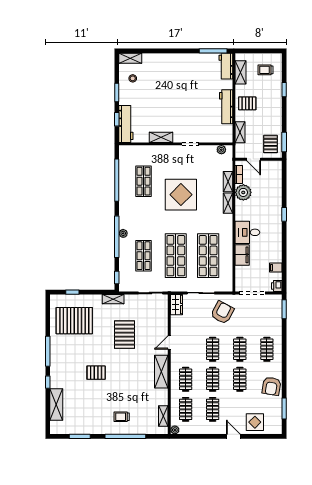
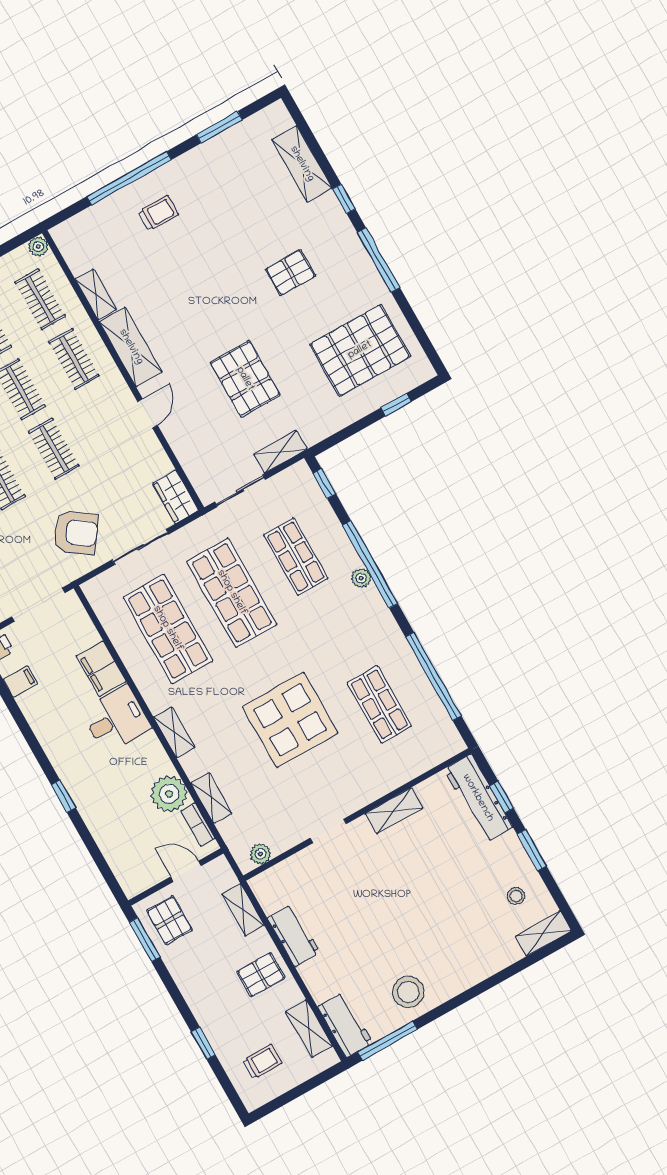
stool: (195, 65) -> (408, 992), added
workbench: (226, 107) -> (294, 935), width x0.73
shelving: (228, 203) -> (174, 732), moved
shelving: (113, 299) -> (280, 452), moved
armchair: (222, 313) -> (76, 532), turned -82
pallet: (96, 373) -> (290, 273), moved
shelving: (163, 416) -> (96, 294), moved

